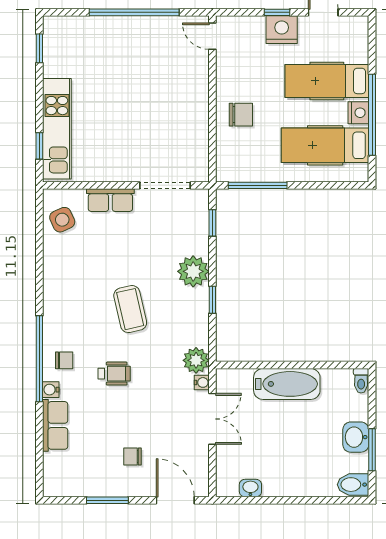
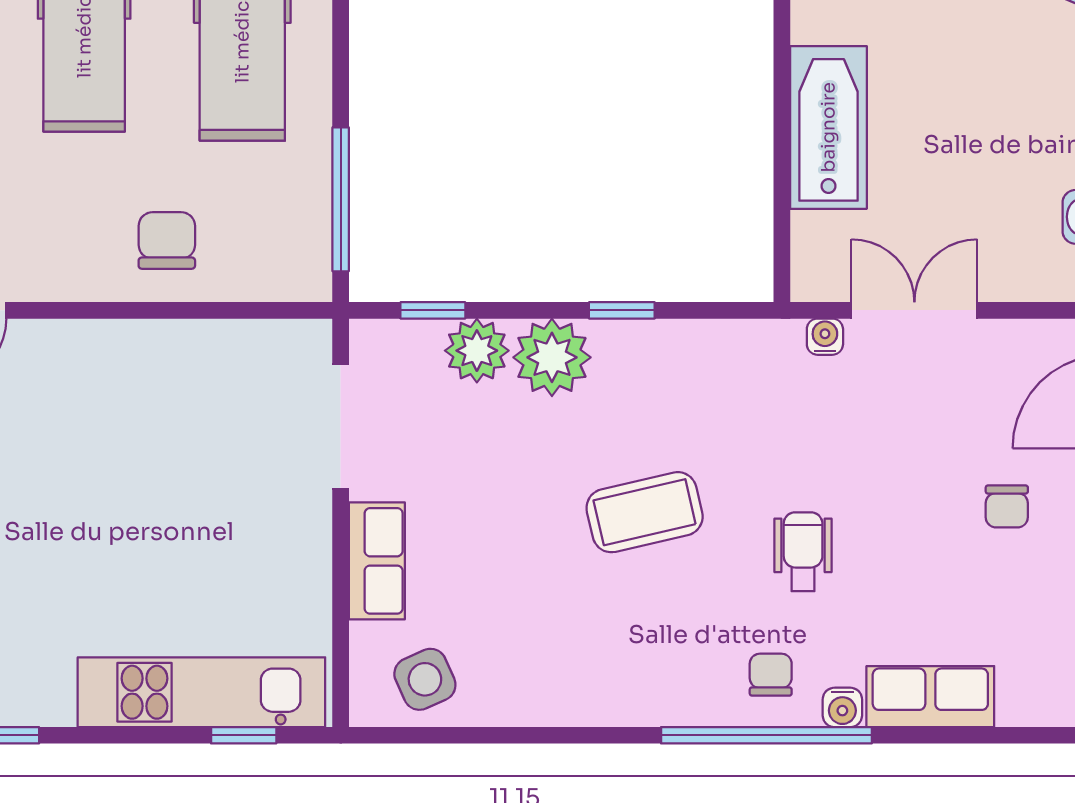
plant: (196, 360) -> (477, 351), moved

